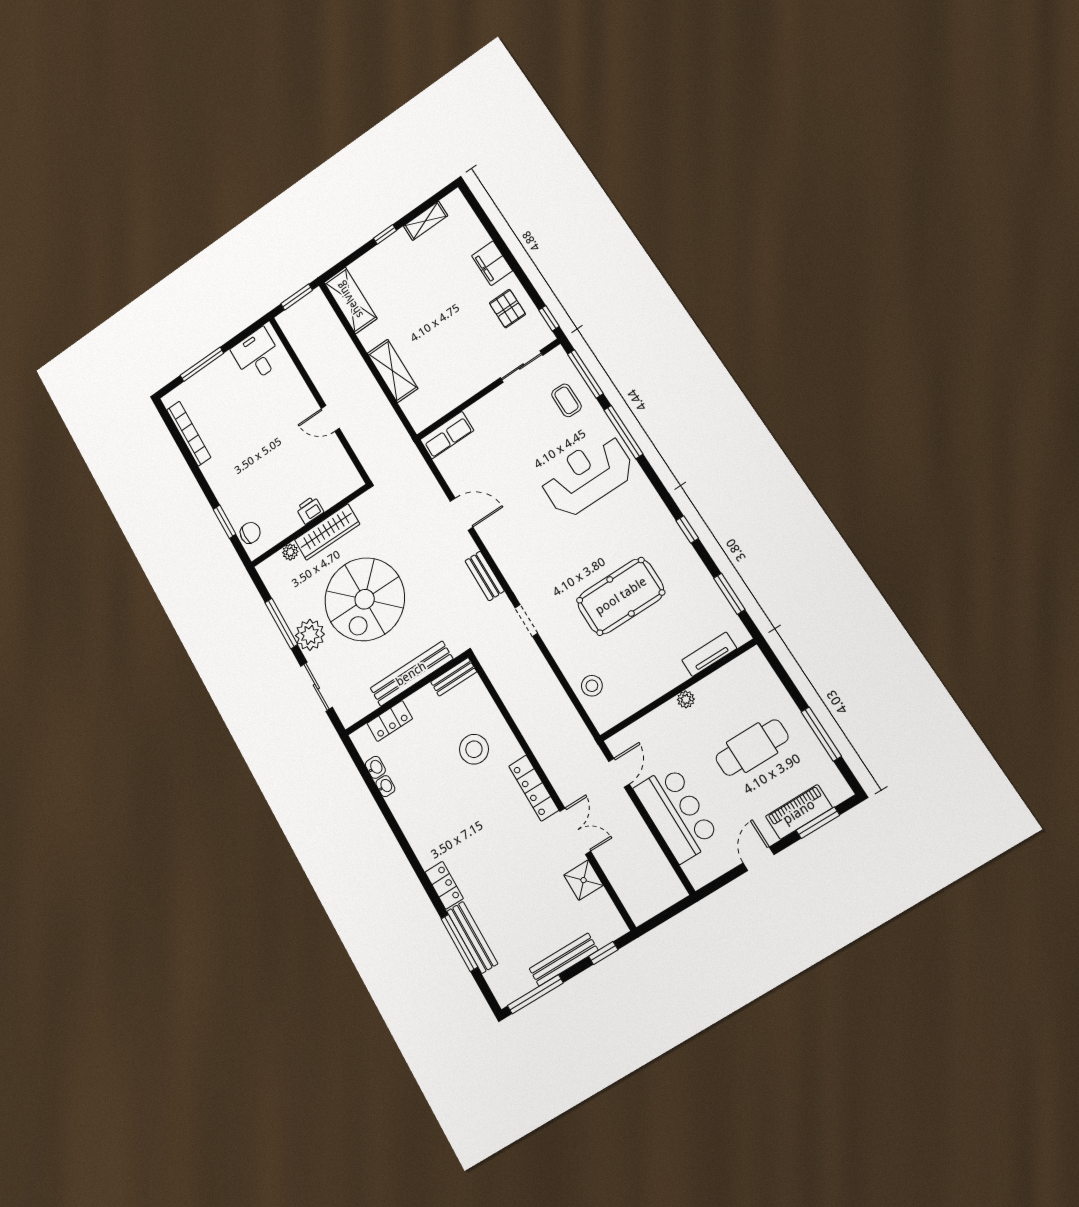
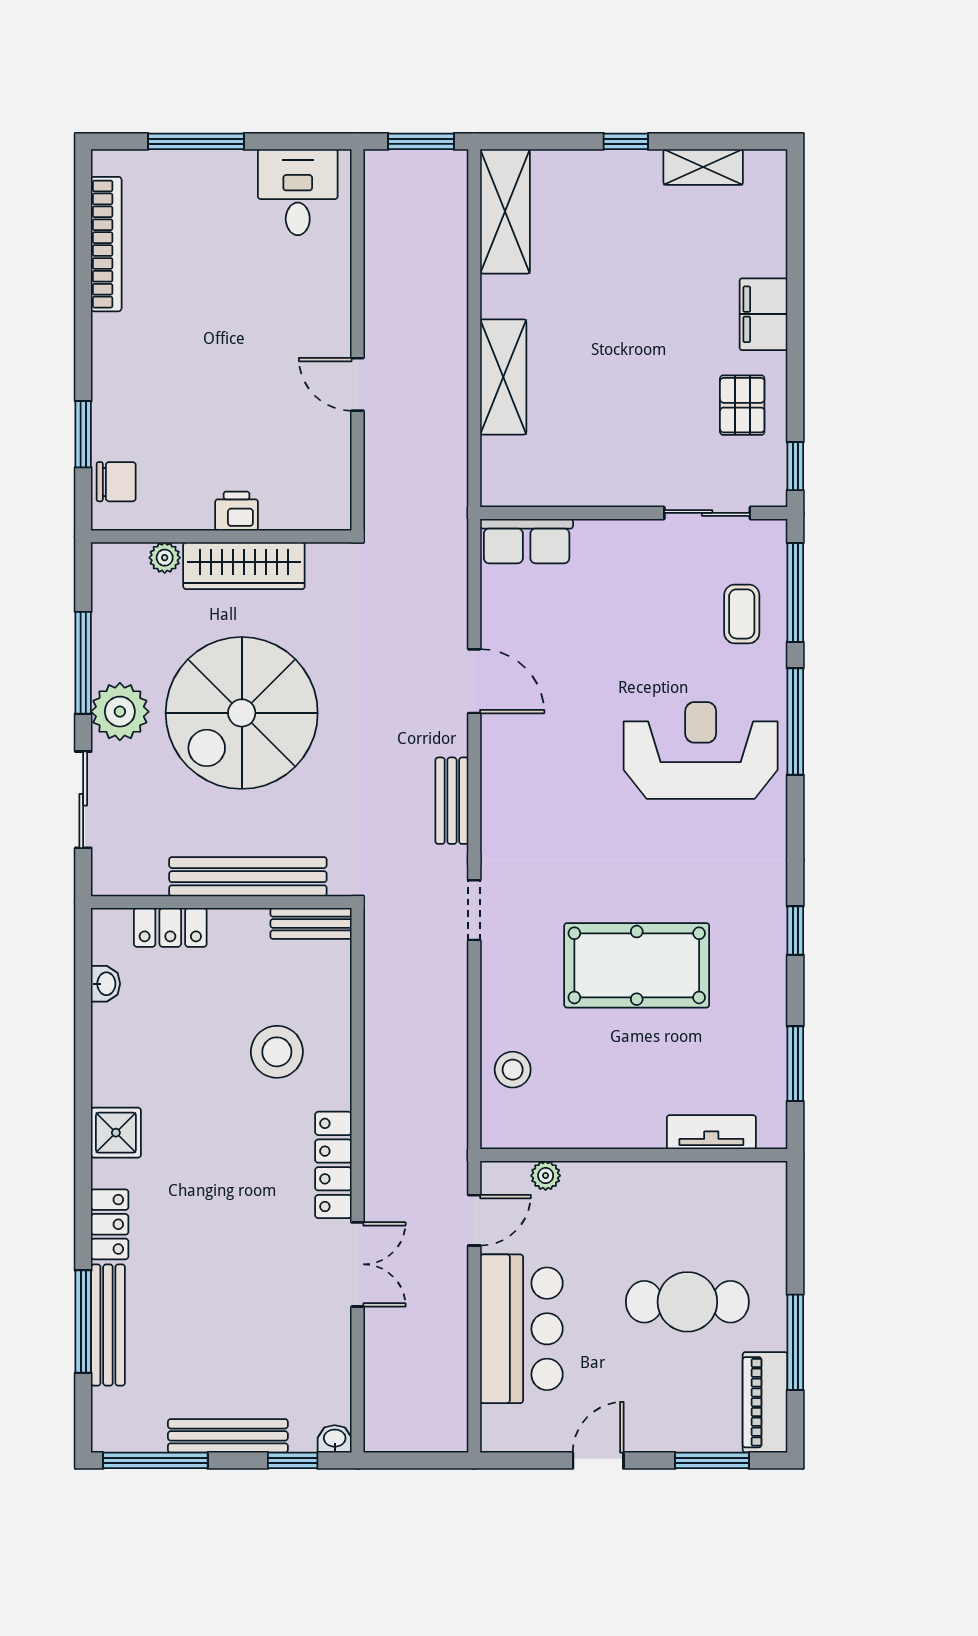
plant: (686, 699) -> (546, 1176), moved
washbasin: (385, 786) -> (335, 1439), moved, turned -90
piano: (799, 812) -> (765, 1402), moved, turned -90
shower: (583, 880) -> (116, 1133), moved

